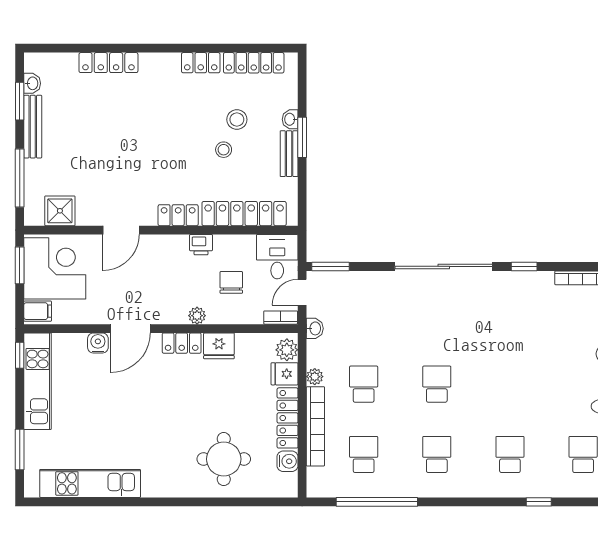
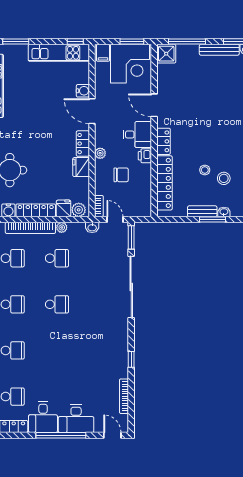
shower: (60, 211) -> (166, 54), moved
desk: (277, 257) -> (137, 135), moved
sliding door: (444, 266) -> (131, 287), moved

